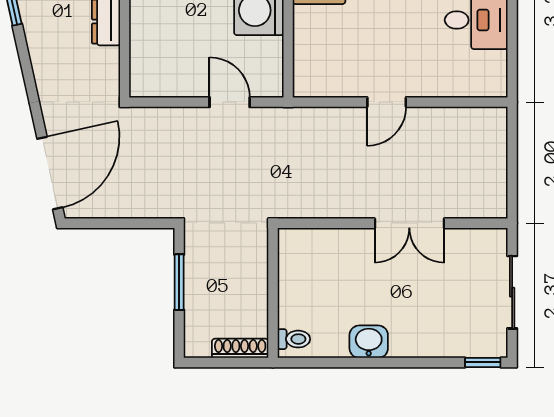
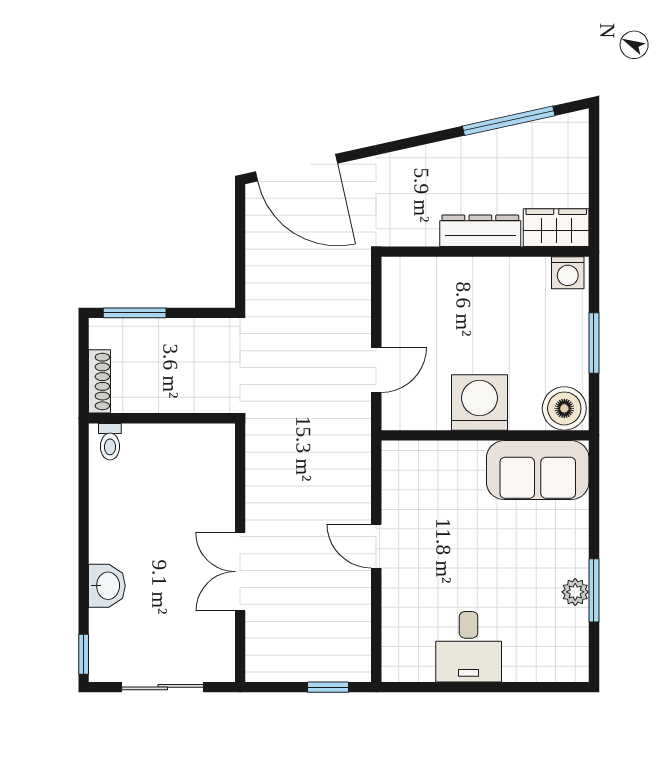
window: (512, 145) -> (328, 687), added
window: (179, 282) -> (135, 313), moved
washbasin: (369, 342) -> (107, 586), moved

